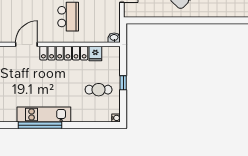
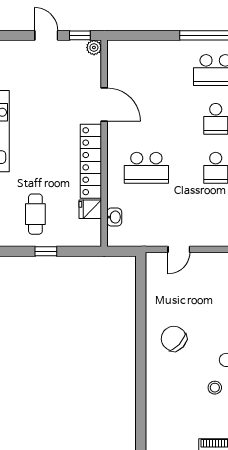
washbasin: (114, 38) -> (114, 217), moved

